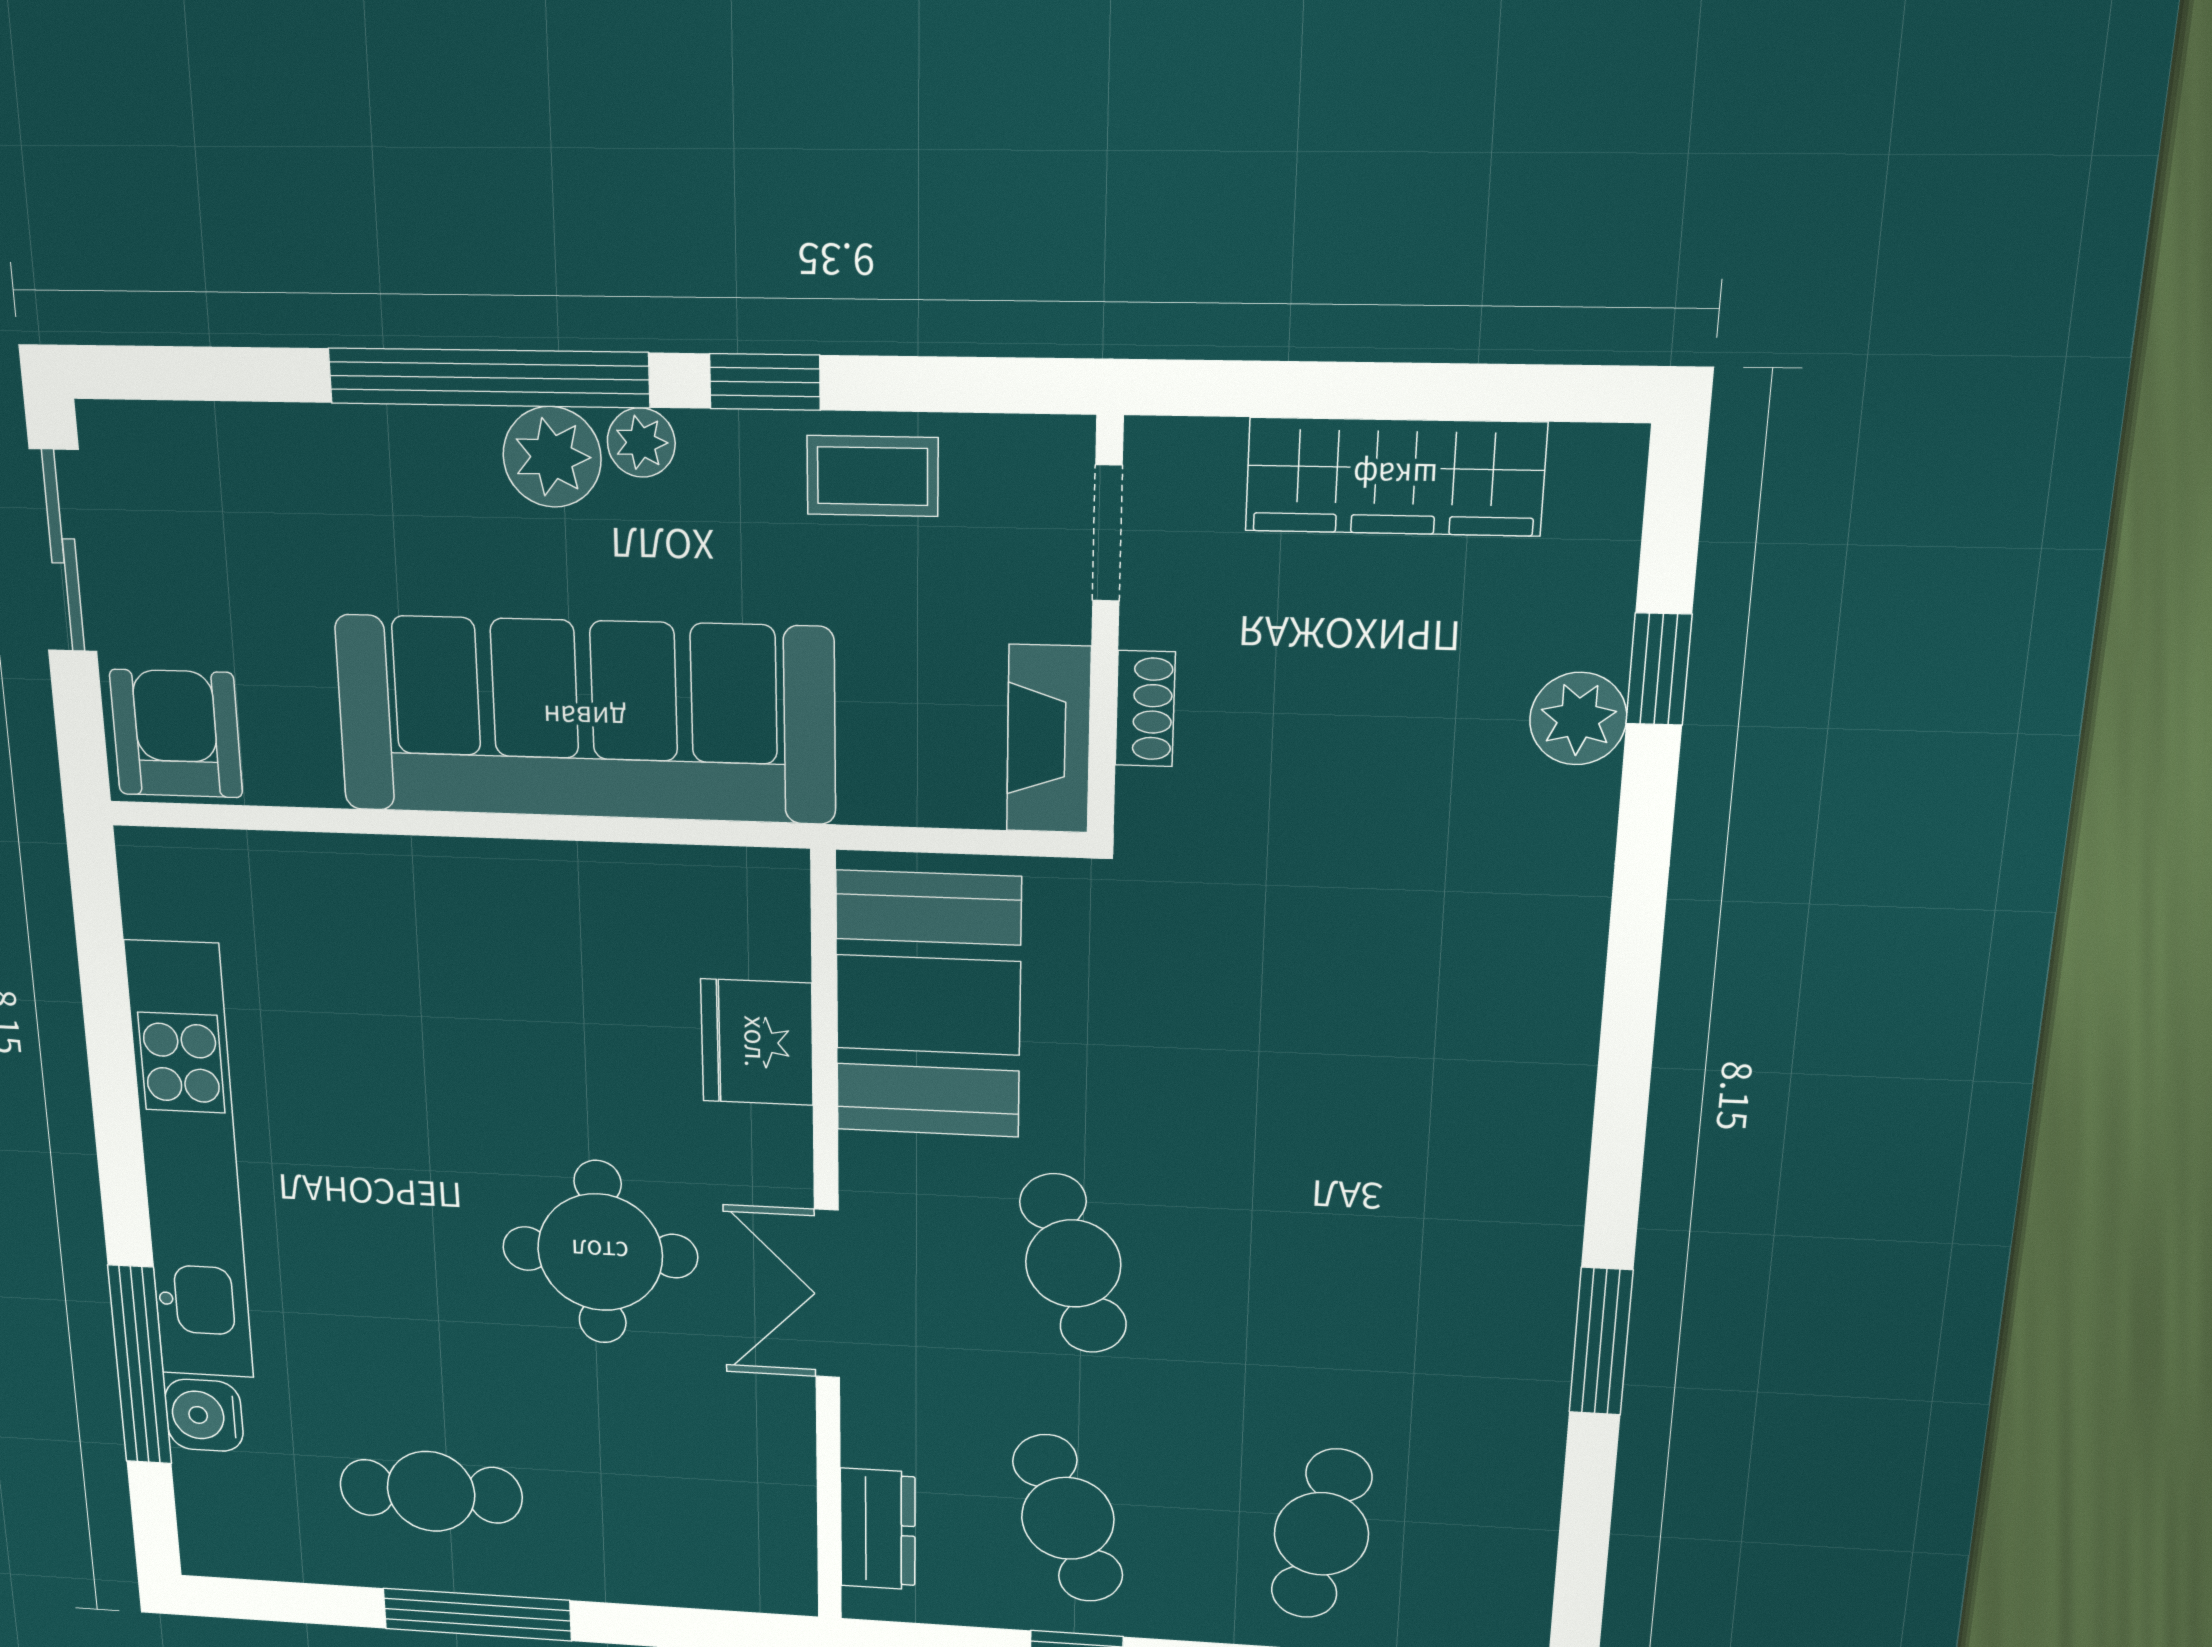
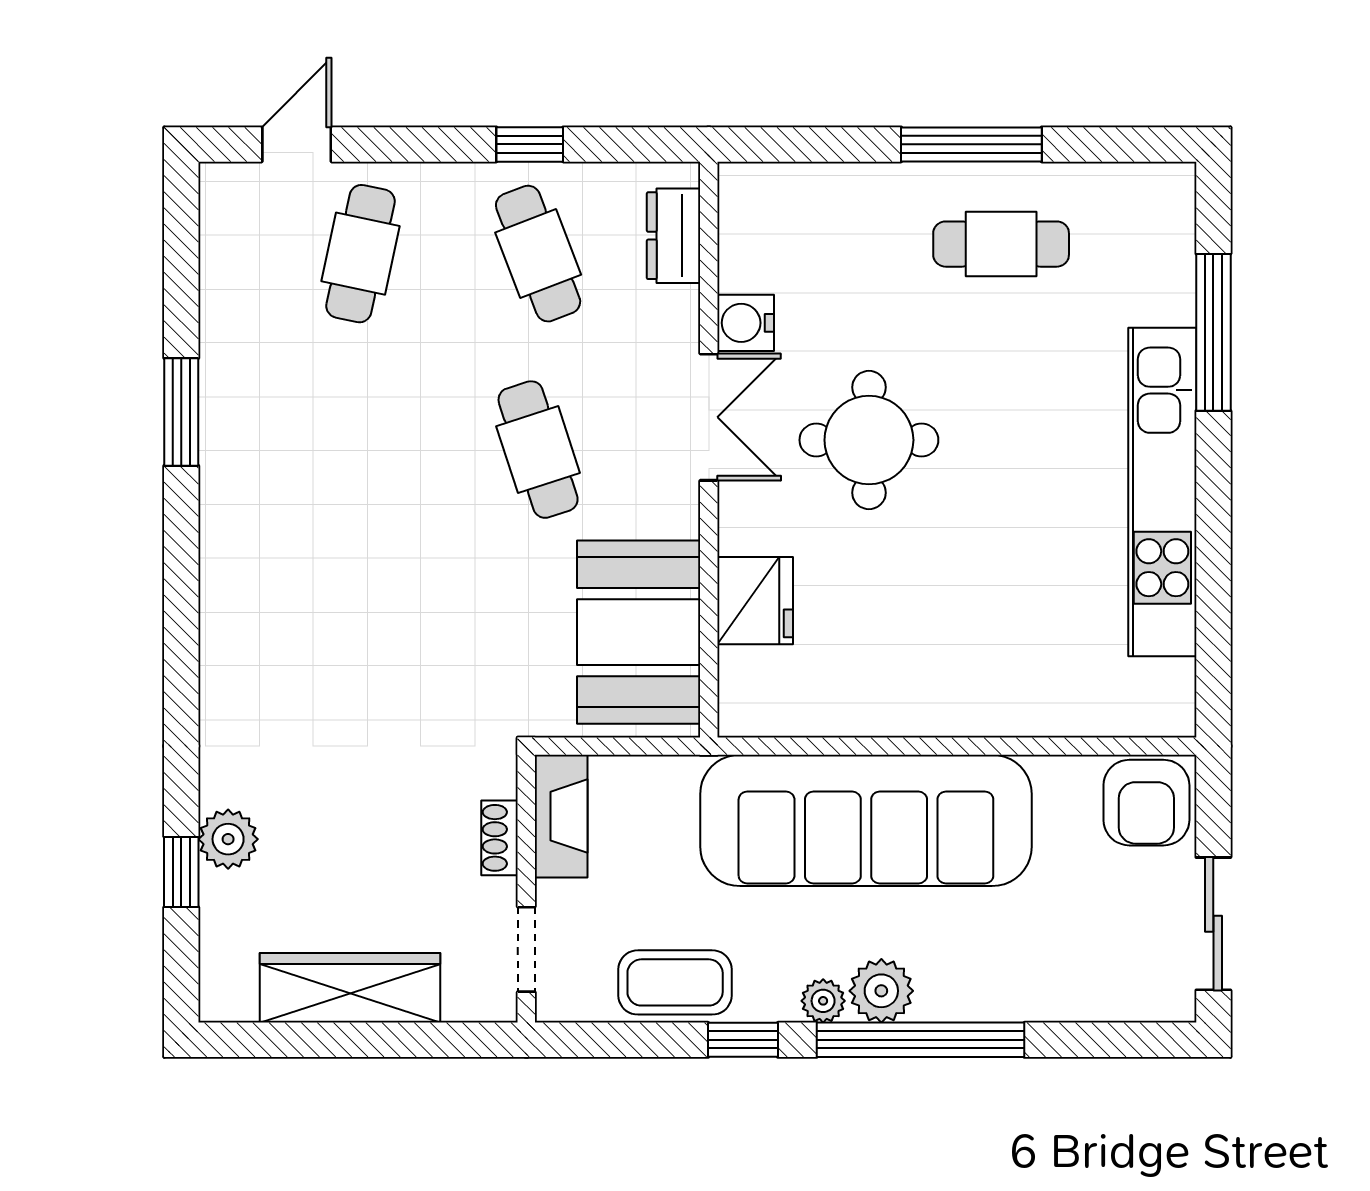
coffee table: (873, 476) -> (675, 982), width x1.36, depth x1.30
water cooler: (204, 1415) -> (746, 323), moved, turned 180

